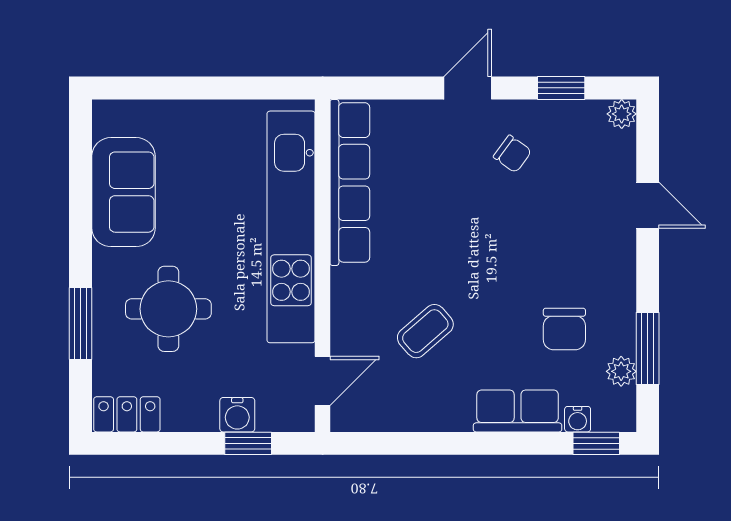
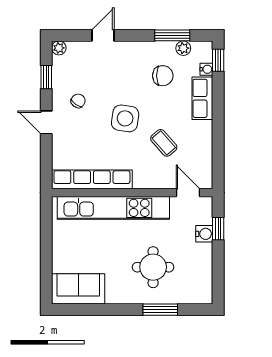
sofa: (123, 192) -> (78, 289), moved
side table: (476, 251) -> (125, 118), added
locker: (127, 414) -> (204, 287), removed

